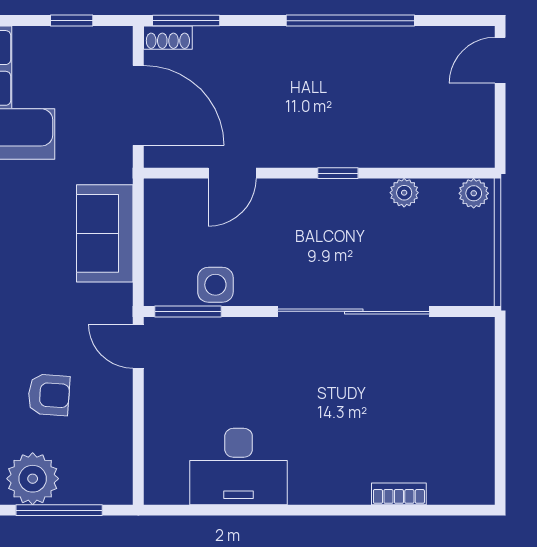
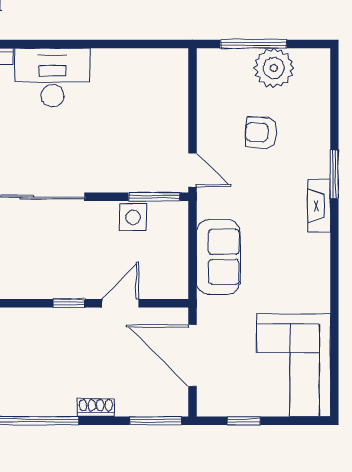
shoe rack: (168, 38) -> (96, 408), moved
window: (338, 173) -> (69, 303), moved
desk: (239, 467) -> (52, 77), moved

